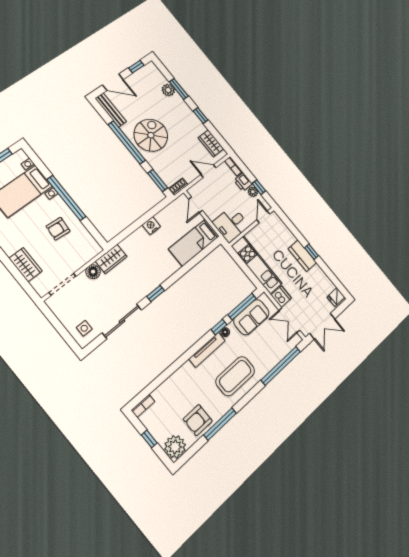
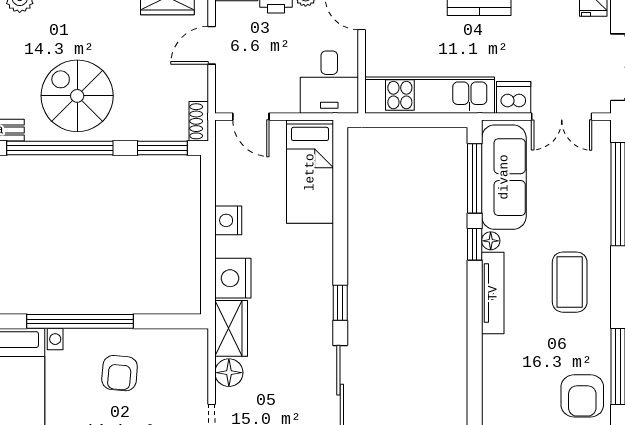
nightstand: (131, 244) -> (233, 278), added
sofa: (251, 317) -> (504, 177), width x1.36
coffee table: (235, 376) -> (570, 282), width x0.73, depth x0.76

